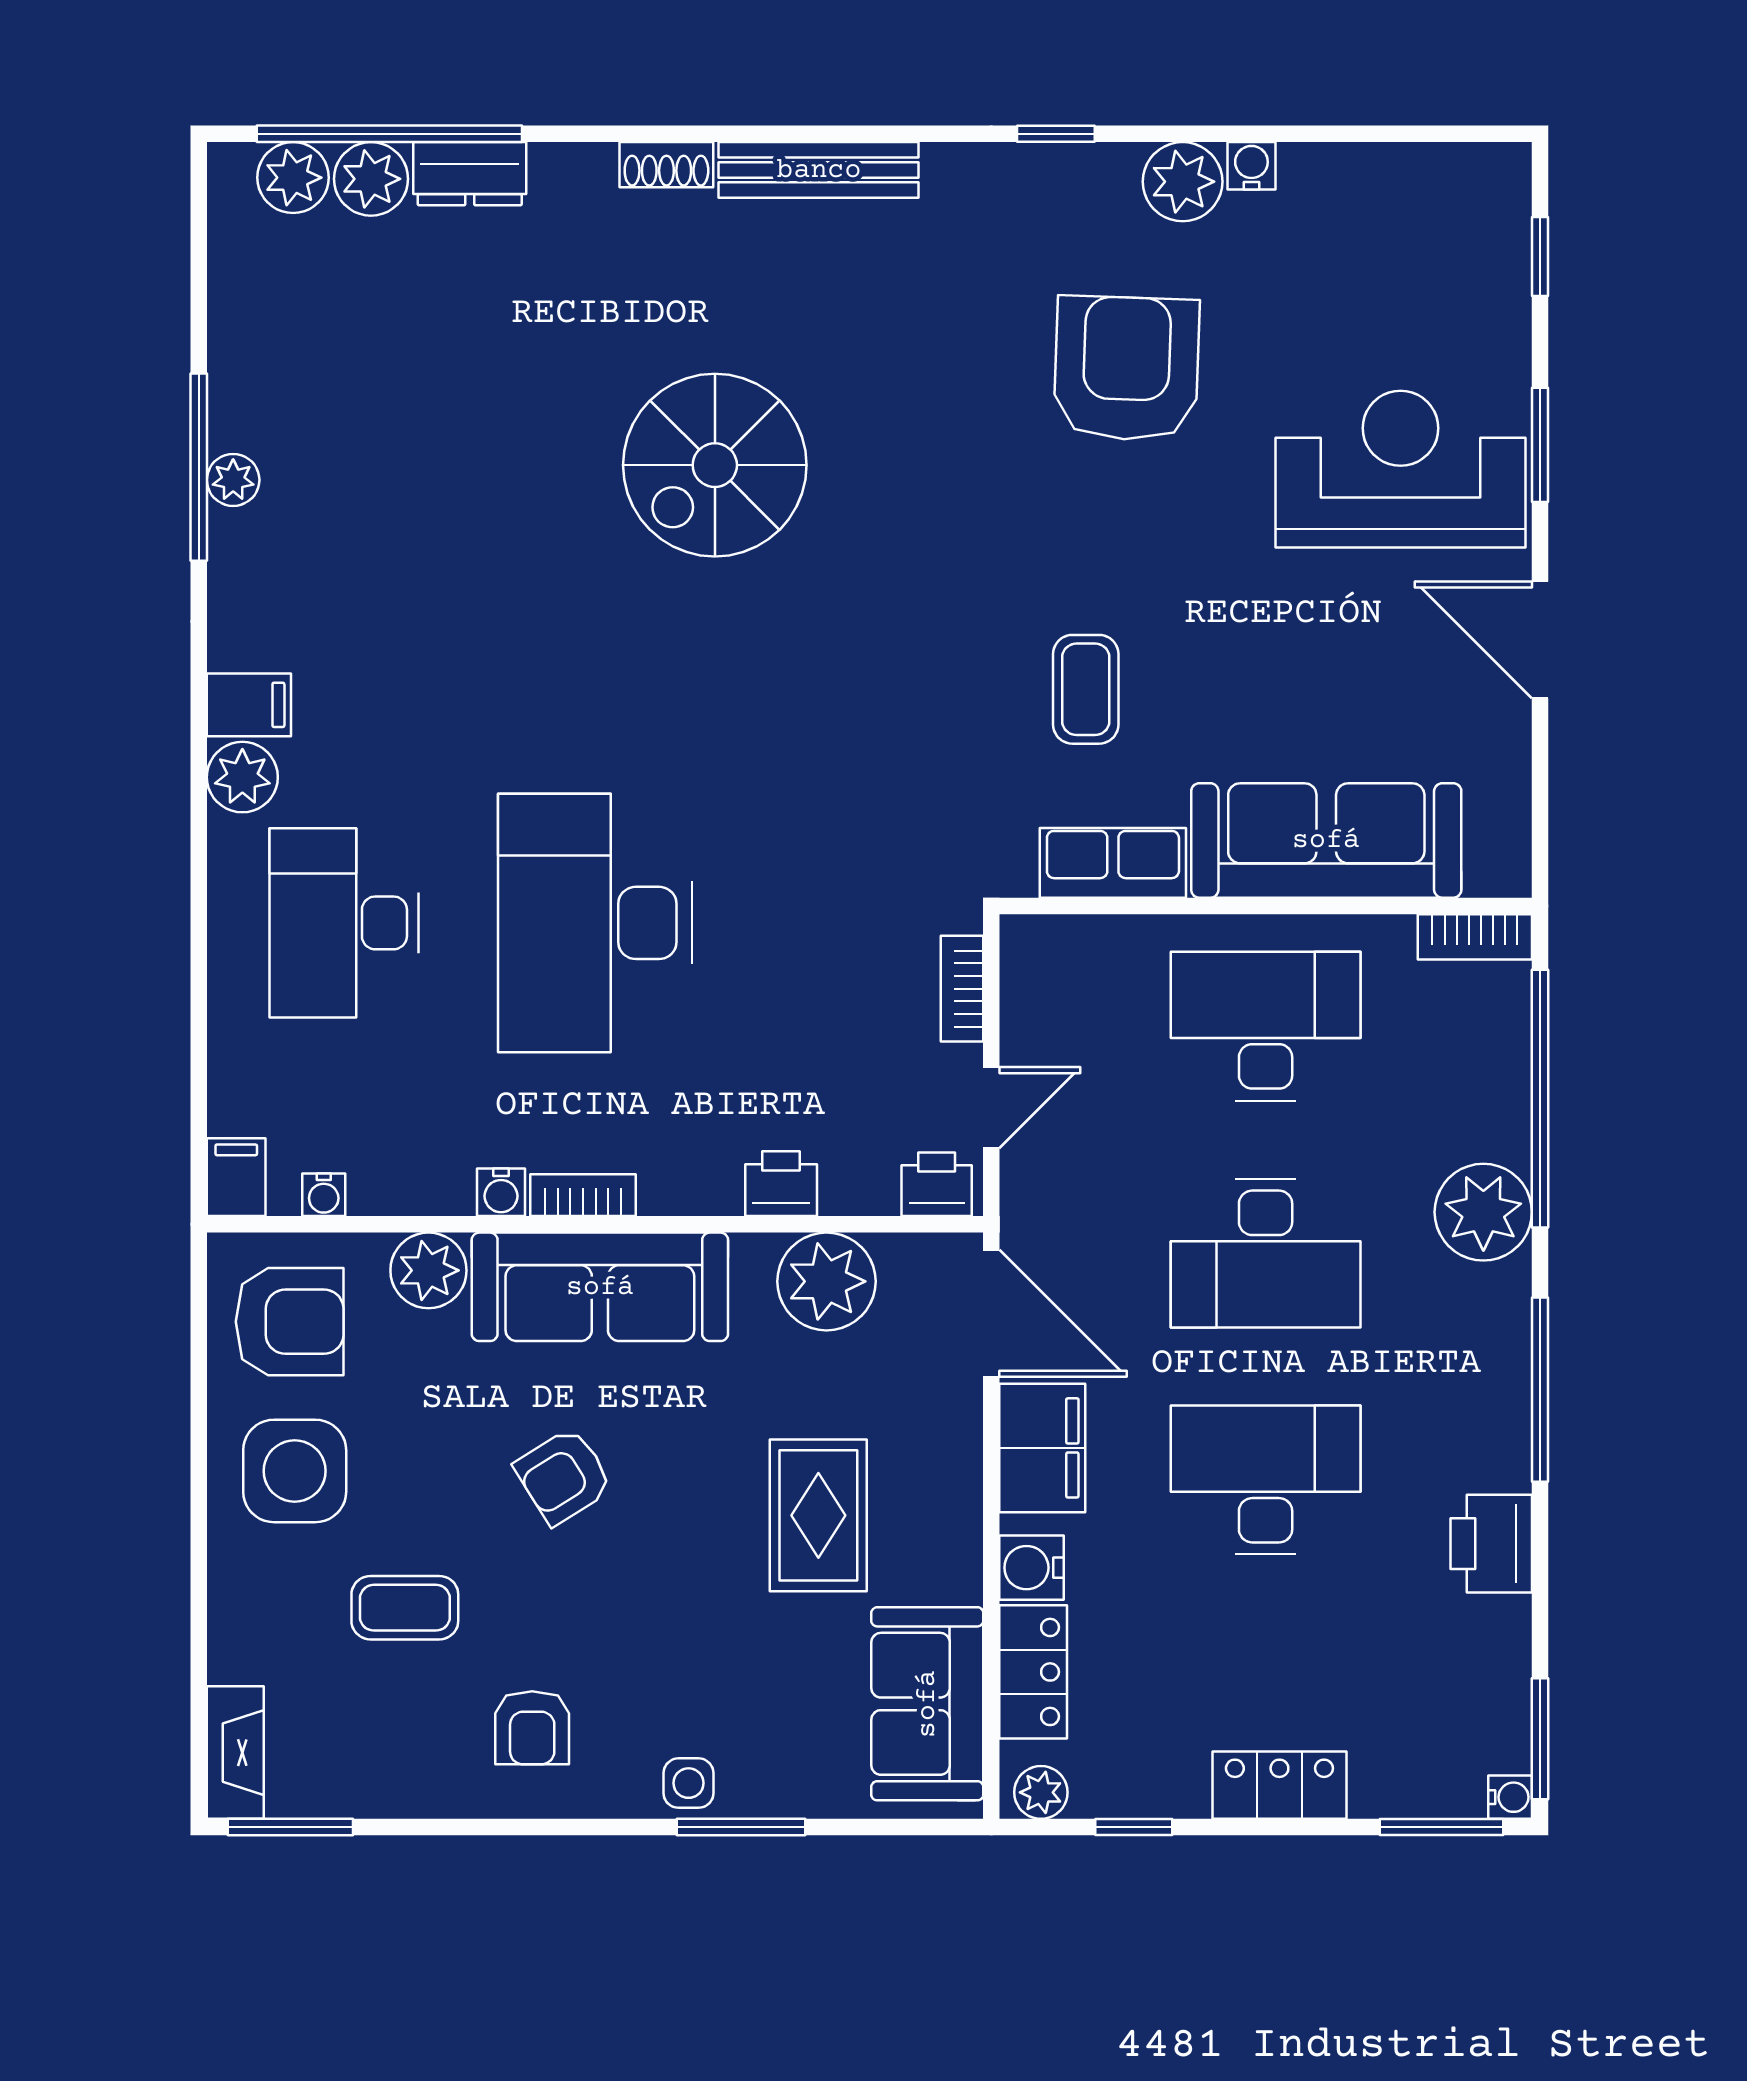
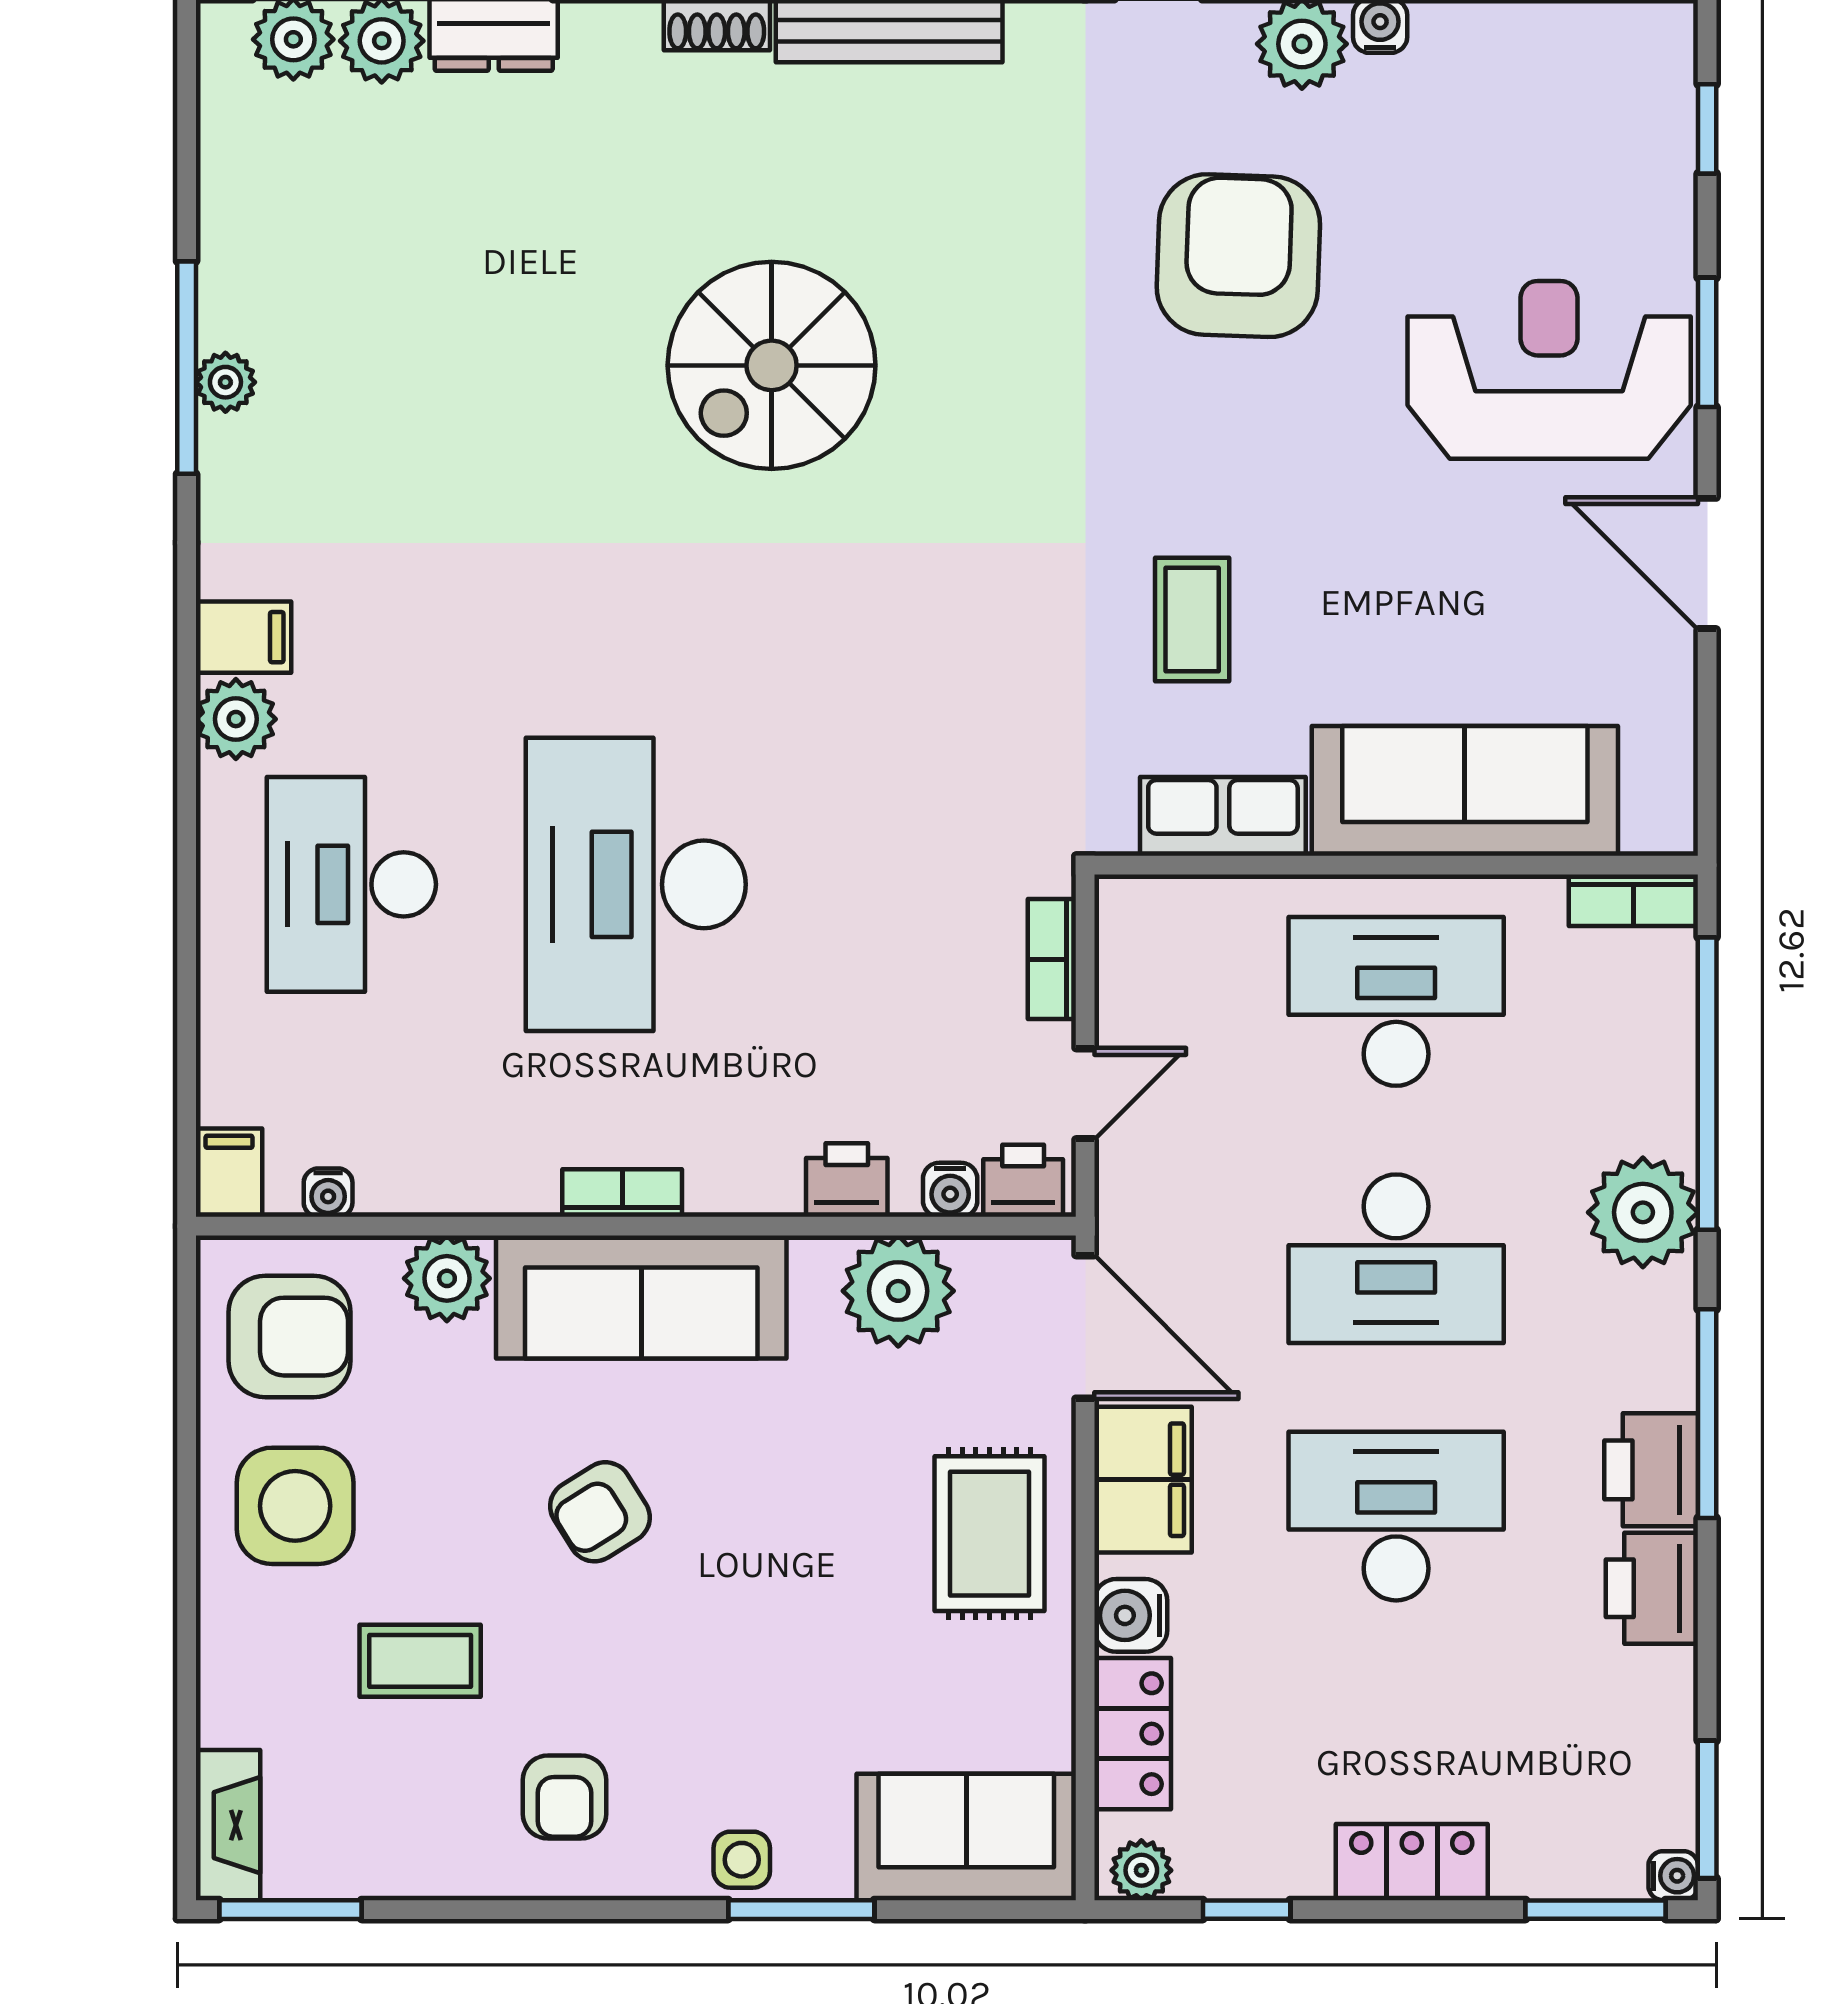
water cooler: (501, 1192) -> (950, 1190), moved
printer: (1491, 1439) -> (1651, 1470), added
rug: (818, 1515) -> (990, 1534), moved
sofa: (927, 1704) -> (966, 1837), moved, turned 90

